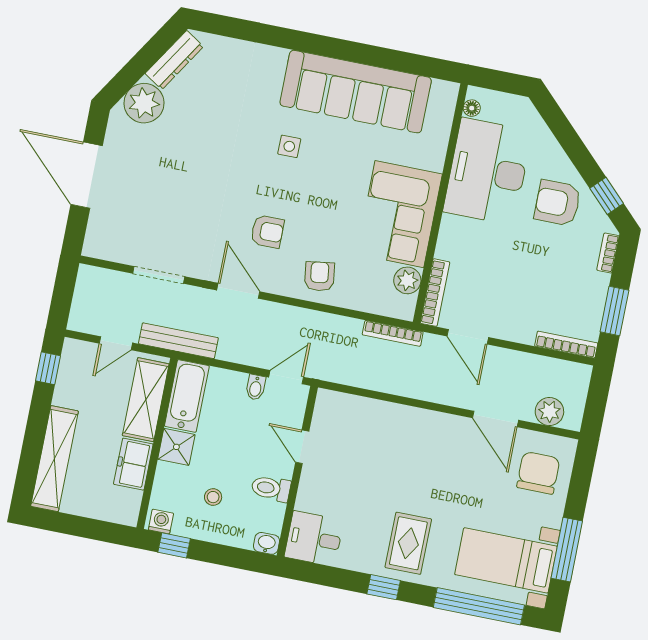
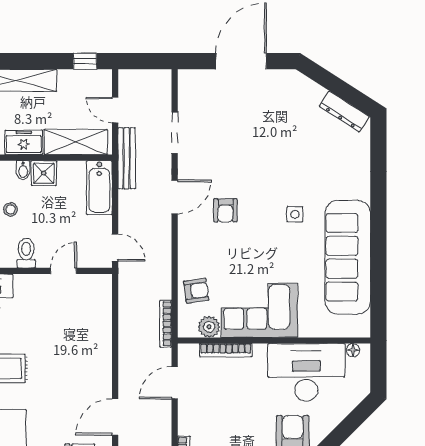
plant: (144, 103) -> (306, 95), removed
armchair: (319, 276) -> (196, 291), moved
bookcase: (435, 293) -> (226, 350), moved
bidet: (256, 387) -> (23, 170), moved, turned -90
bathtub: (187, 396) -> (99, 188), moved, turned 90

